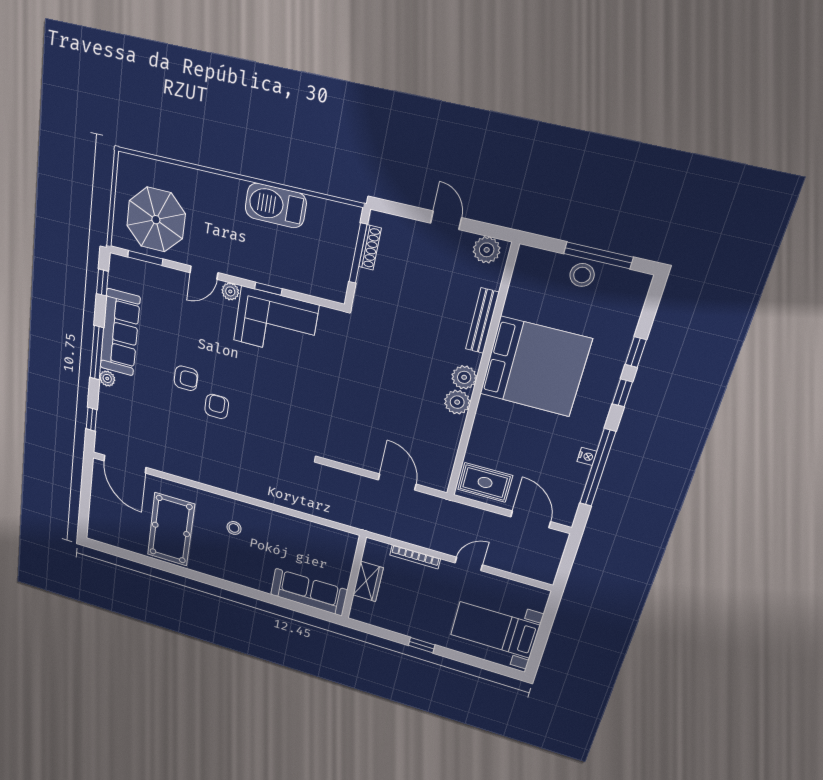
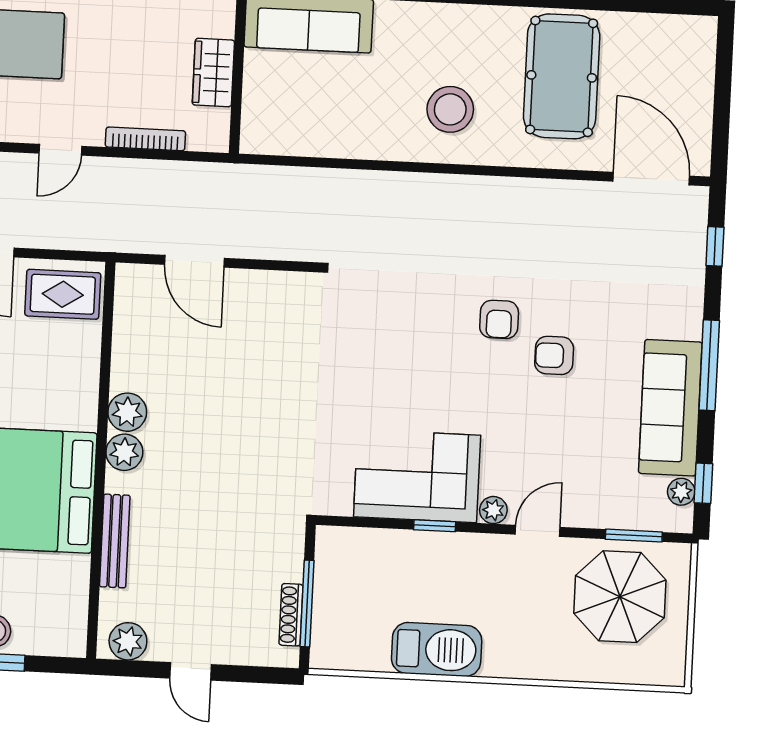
plant: (107, 378) -> (681, 492), moved
stool: (234, 528) -> (450, 109), width x1.89, depth x1.89

